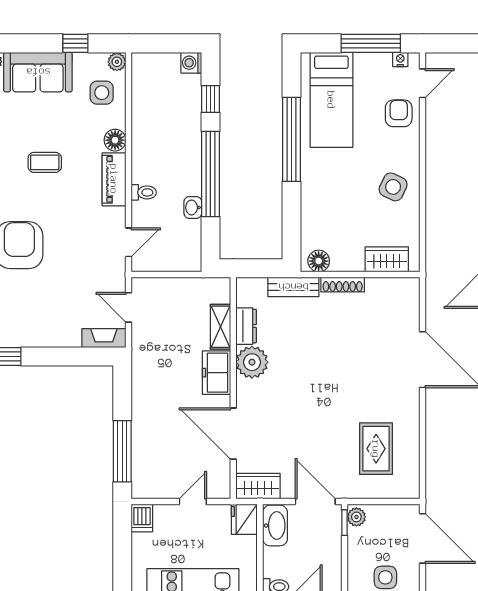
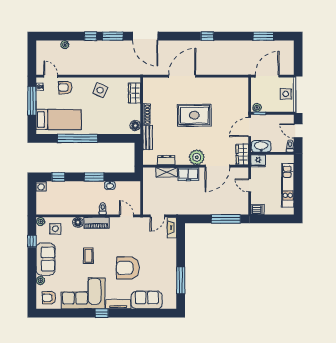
window: (210, 174) -> (94, 177), width x0.47
plant: (252, 362) -> (197, 157), moved
rug: (376, 449) -> (194, 115), moved, width x1.36, depth x1.43

